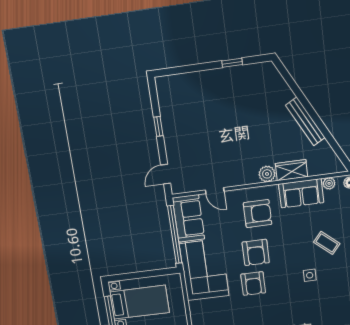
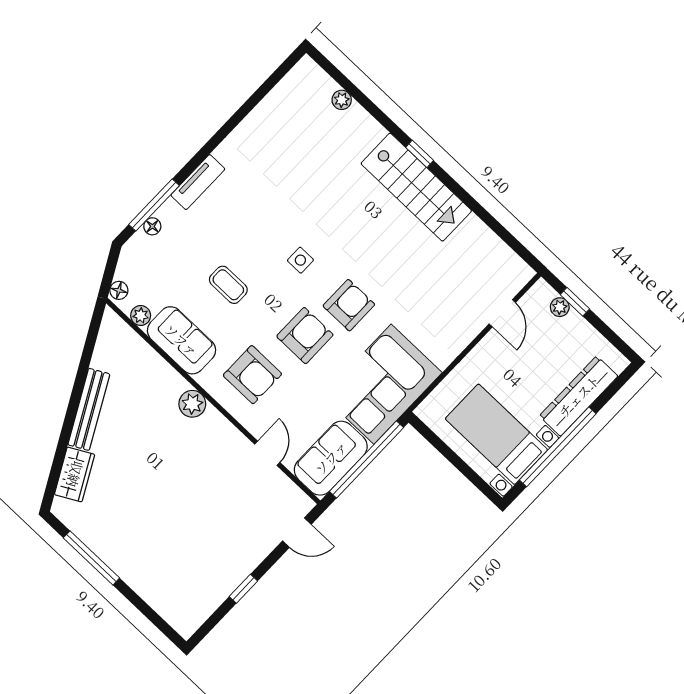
window: (232, 63) -> (91, 558), width x2.17
wardrobe: (291, 170) -> (75, 474), moved, turned -118
armchair: (258, 214) -> (252, 375), turned 180
coffee table: (327, 243) -> (228, 285), moved, turned -40
side table: (310, 275) -> (300, 260), moved

